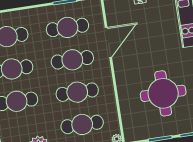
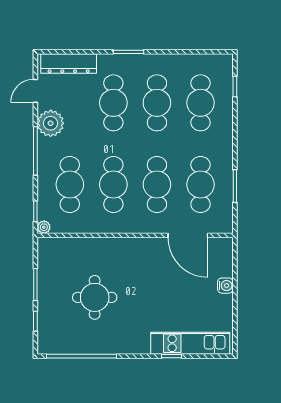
door: (108, 42) -> (188, 235), moved
round table: (163, 93) -> (95, 297), width x0.73, depth x0.73

